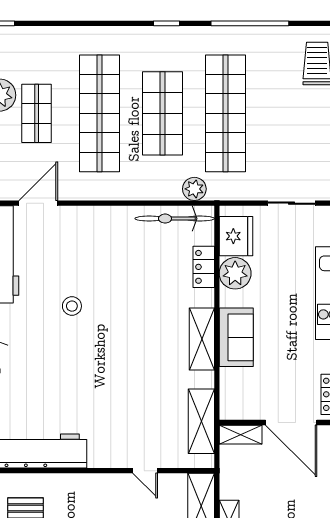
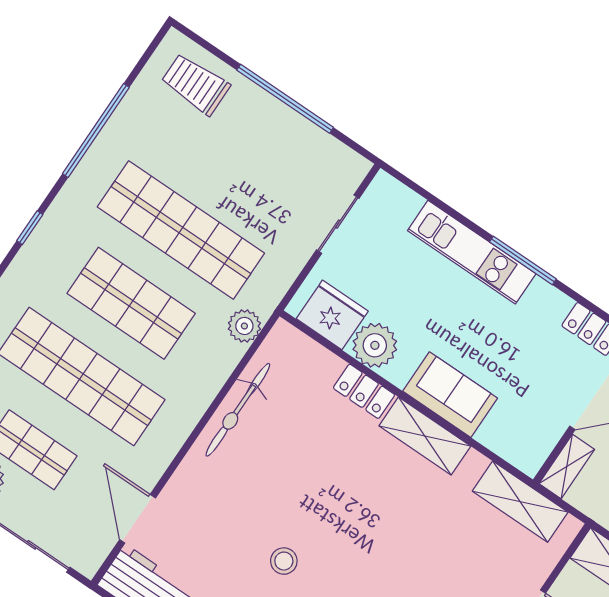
bicycle: (175, 219) -> (238, 410), moved
locker: (204, 267) -> (364, 391), moved

